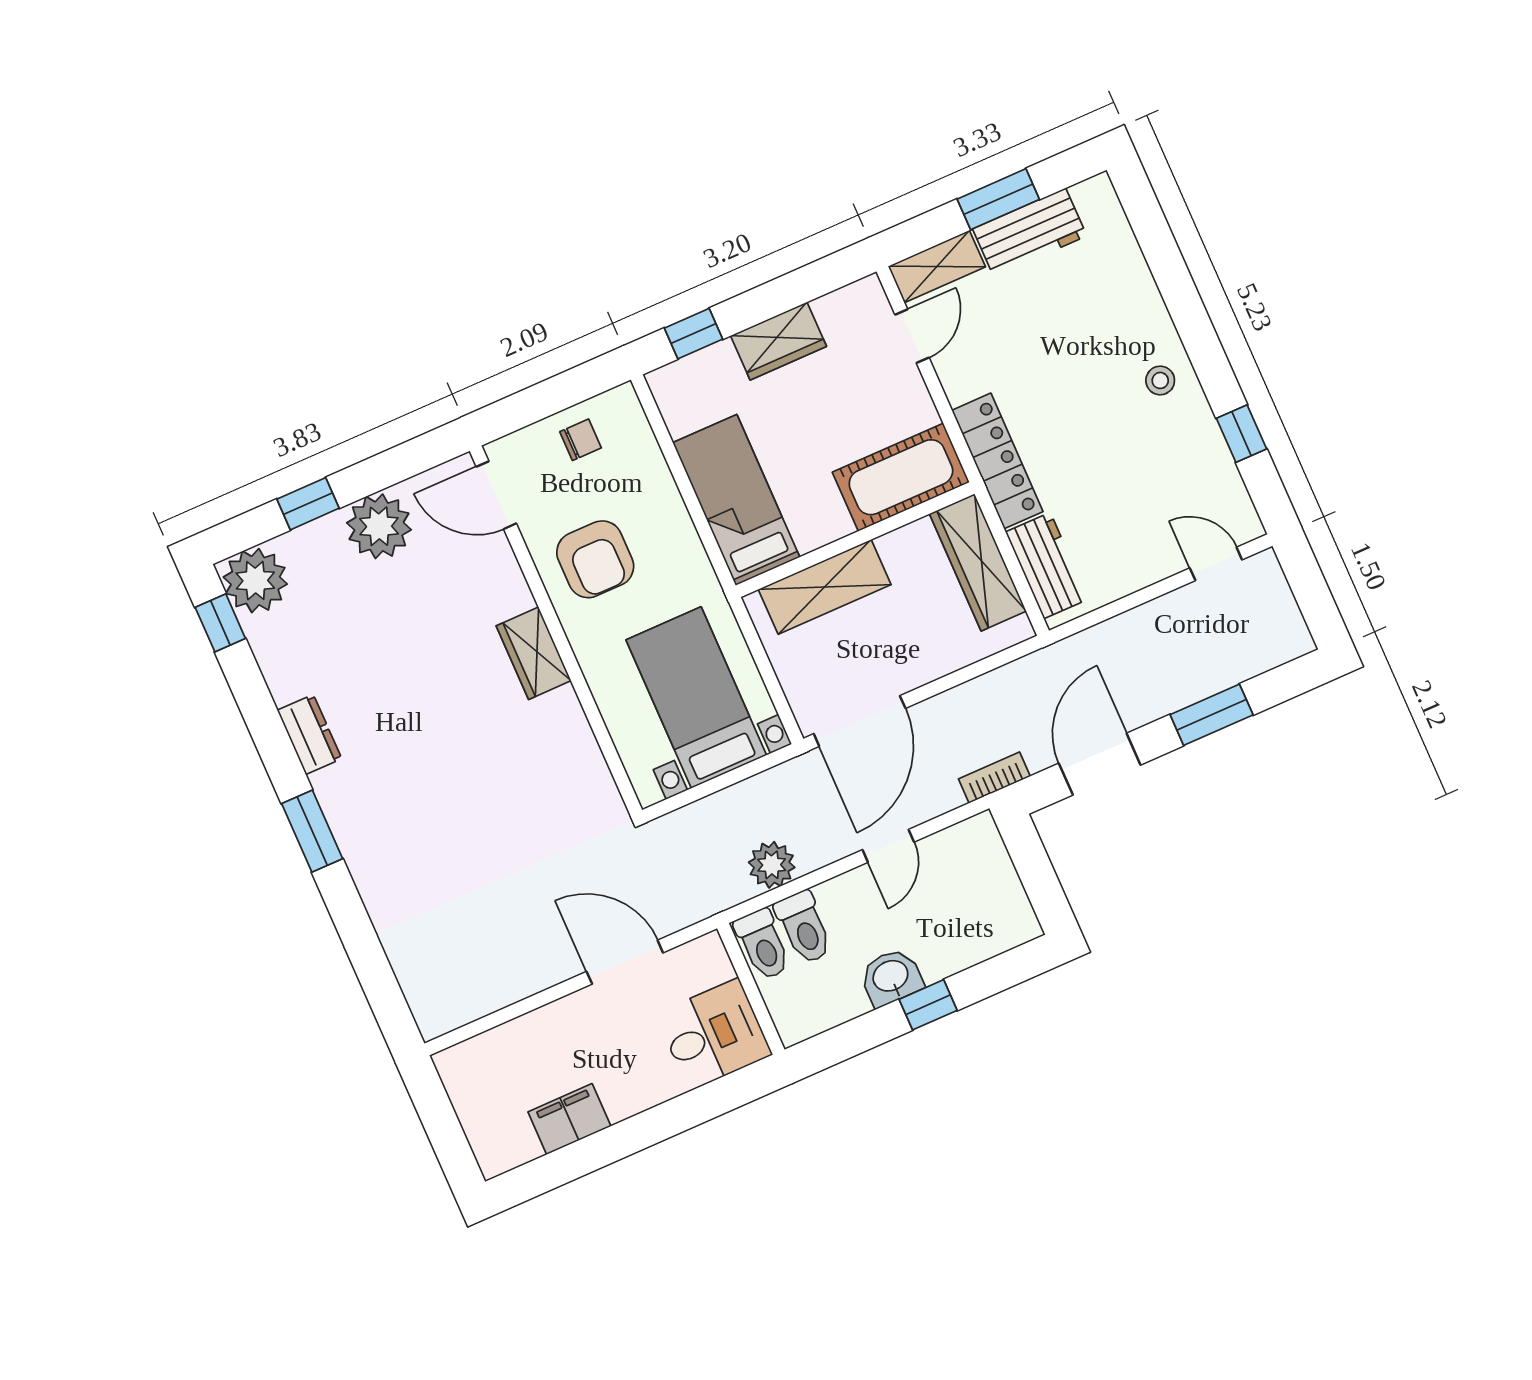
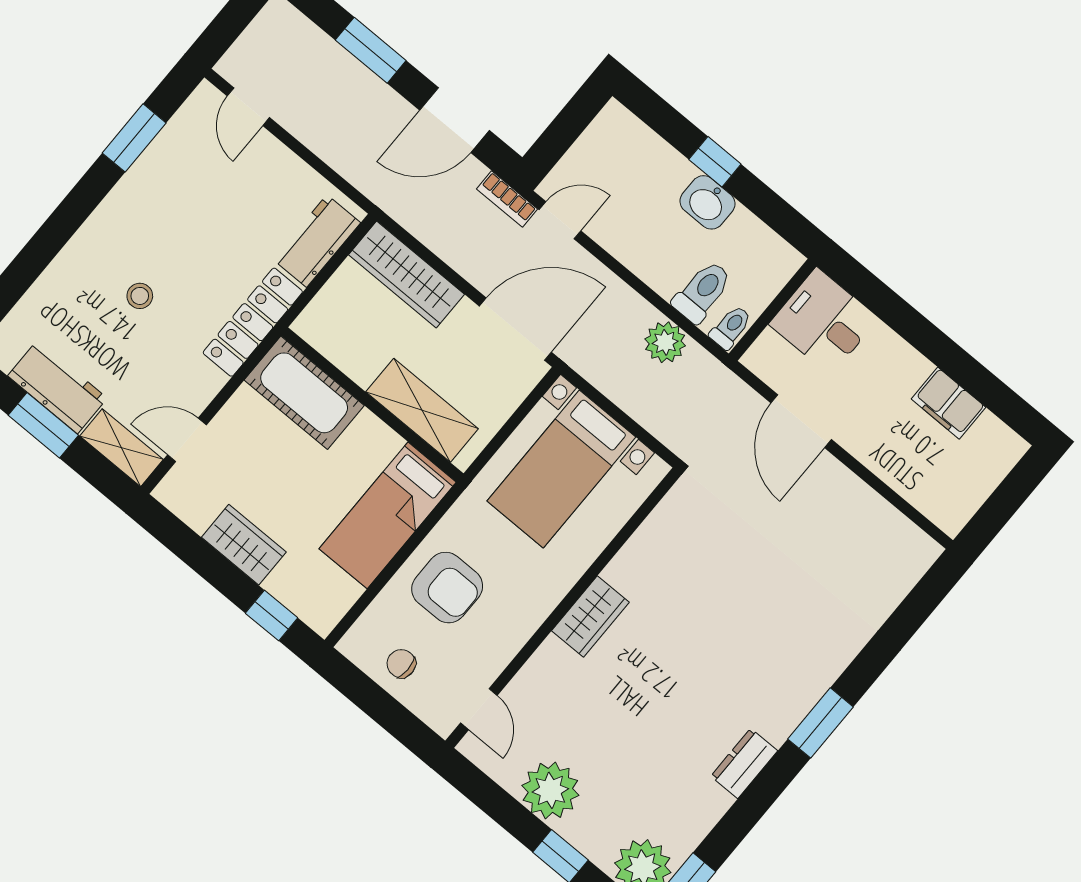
stool: (1160, 380) -> (140, 296), moved
window: (1241, 434) -> (134, 138), width x1.50
door: (496, 495) -> (479, 709), width x0.73
armchair: (595, 559) -> (447, 588), moved, turned 90
wardrobe: (978, 562) -> (406, 274), moved, turned 90
door: (888, 846) -> (560, 220), moved
toilet: (763, 944) -> (731, 327), width x0.73, depth x0.72

